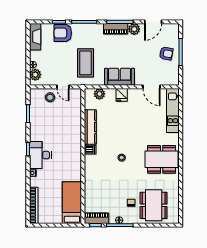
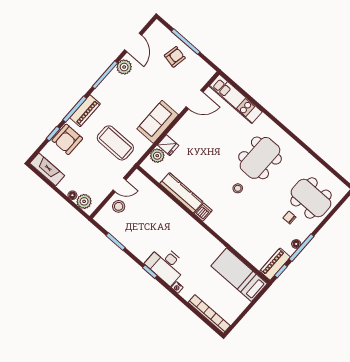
piano: (116, 29) -> (85, 111), moved
fridge: (122, 95) -> (168, 145), moved
dining table: (162, 159) -> (260, 158), moved

